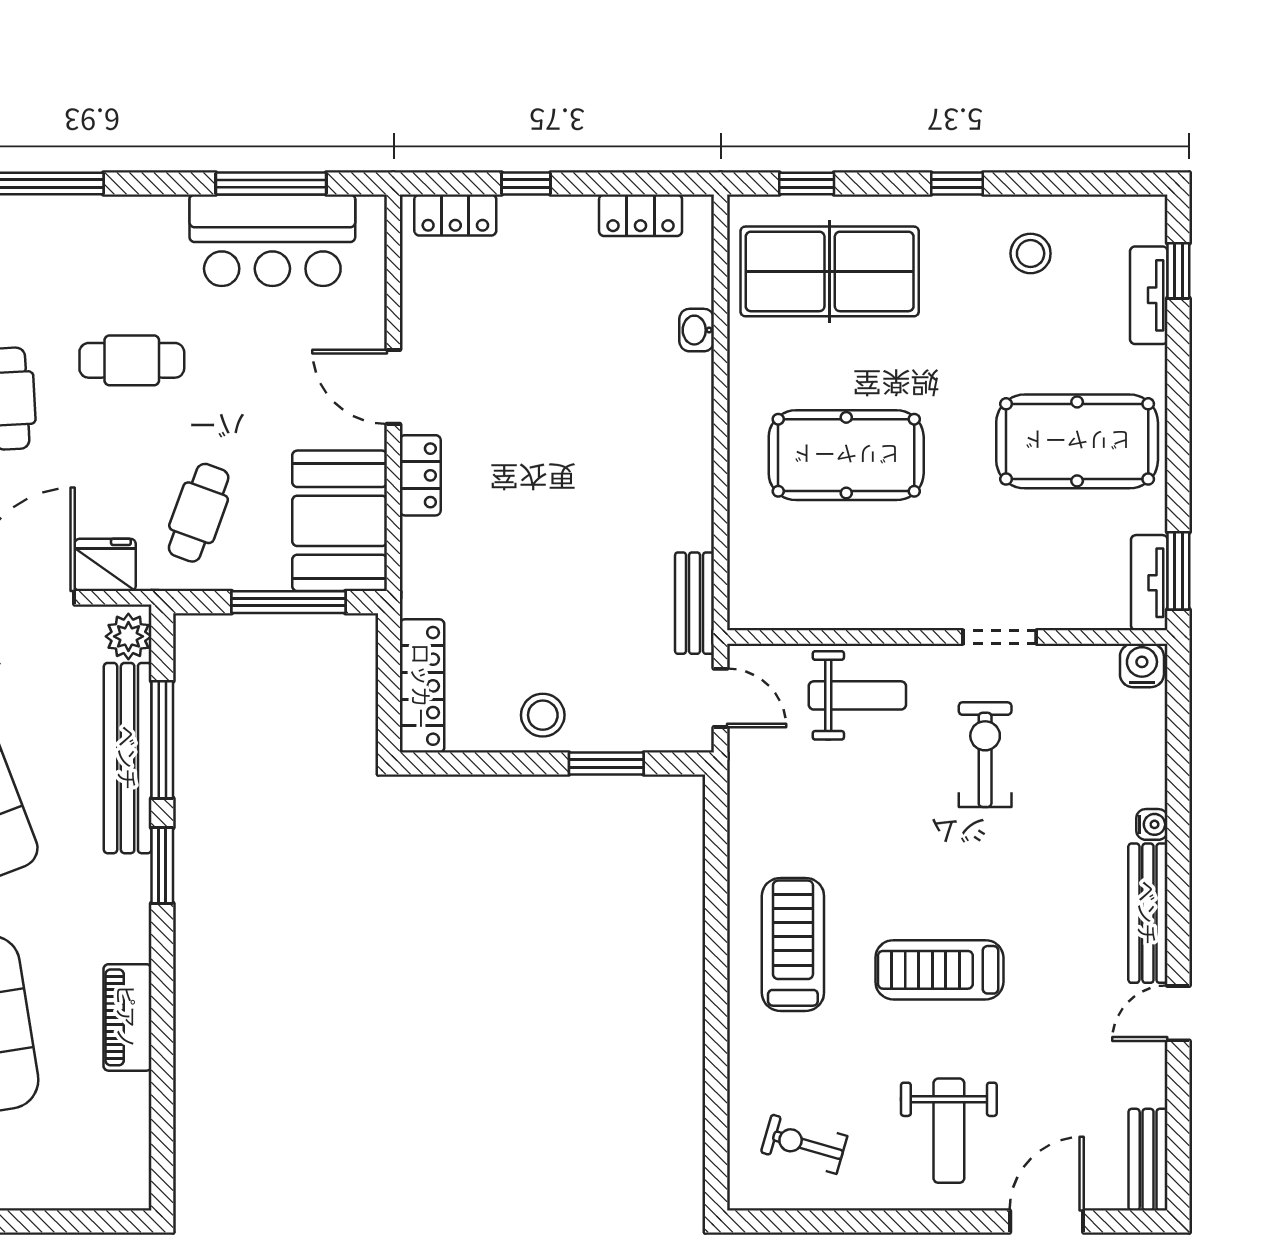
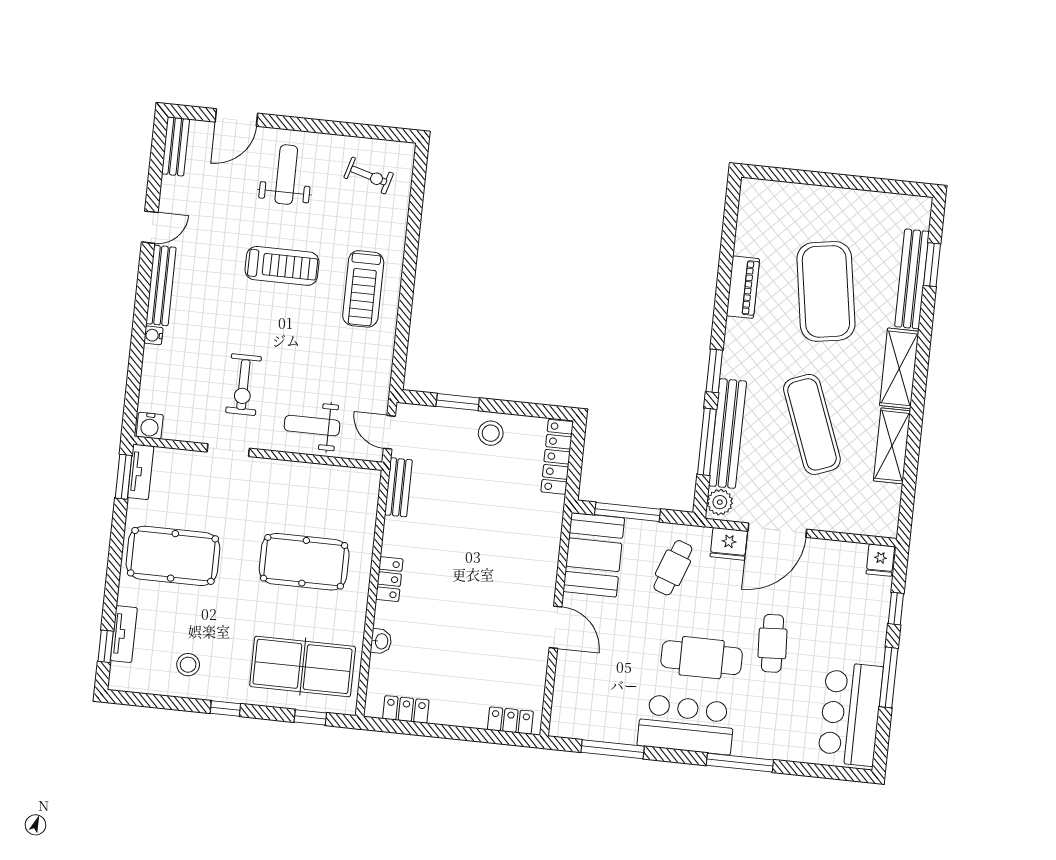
window: (526, 183) -> (469, 734), removed
bar counter: (272, 240) -> (686, 725), moved
cafe table: (132, 360) -> (702, 658), width x1.37, depth x1.35
locker: (420, 475) -> (389, 579), moved, turned 180

